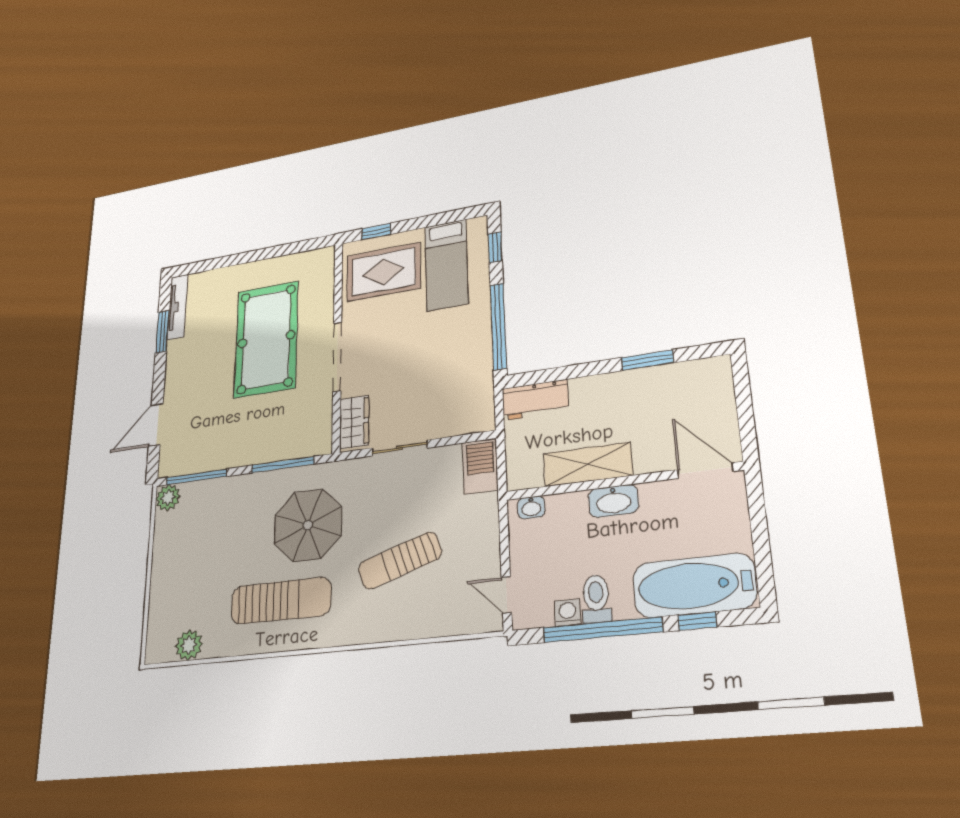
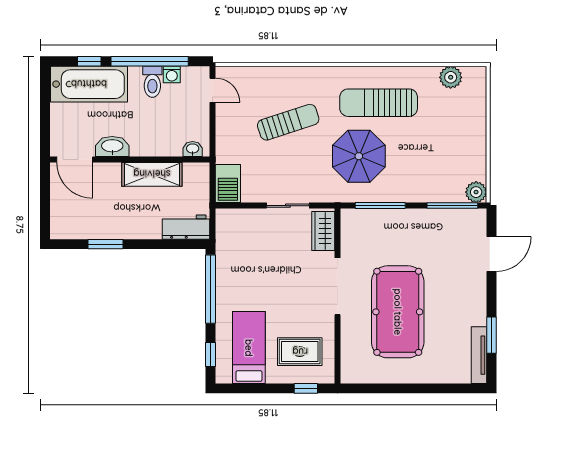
rug: (384, 272) -> (300, 352), width x0.73, depth x0.70
washbasin: (613, 501) -> (112, 146), moved

